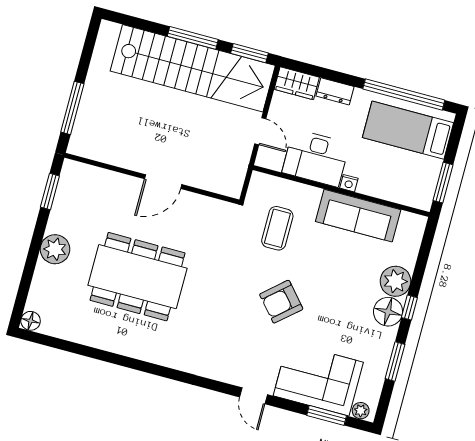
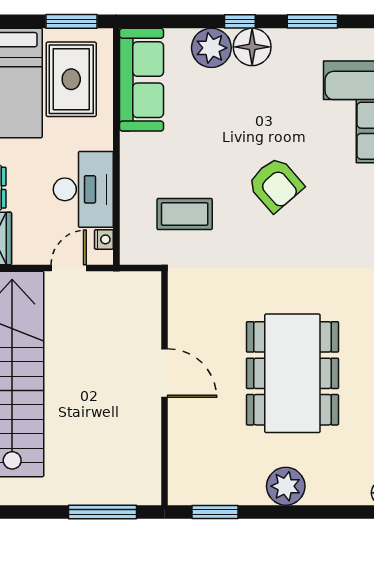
rug: (400, 171) -> (71, 79), added
nightstand: (349, 183) -> (104, 239), moved
sofa: (358, 216) -> (142, 80), moved

